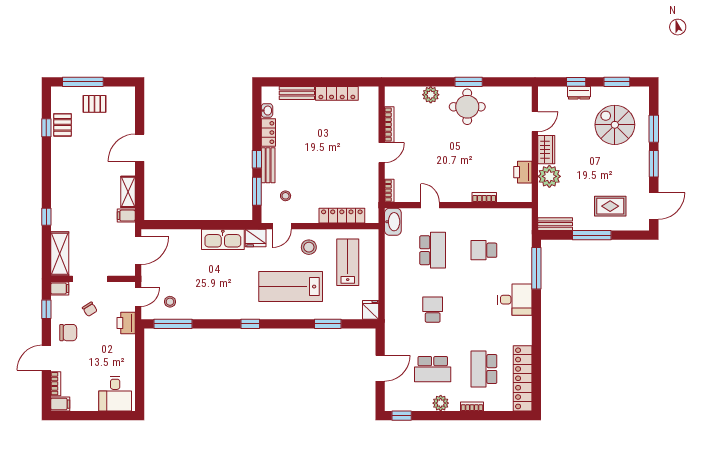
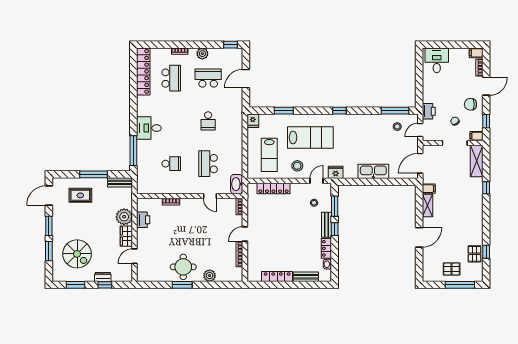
kitchen sink: (223, 239) -> (373, 171), moved

